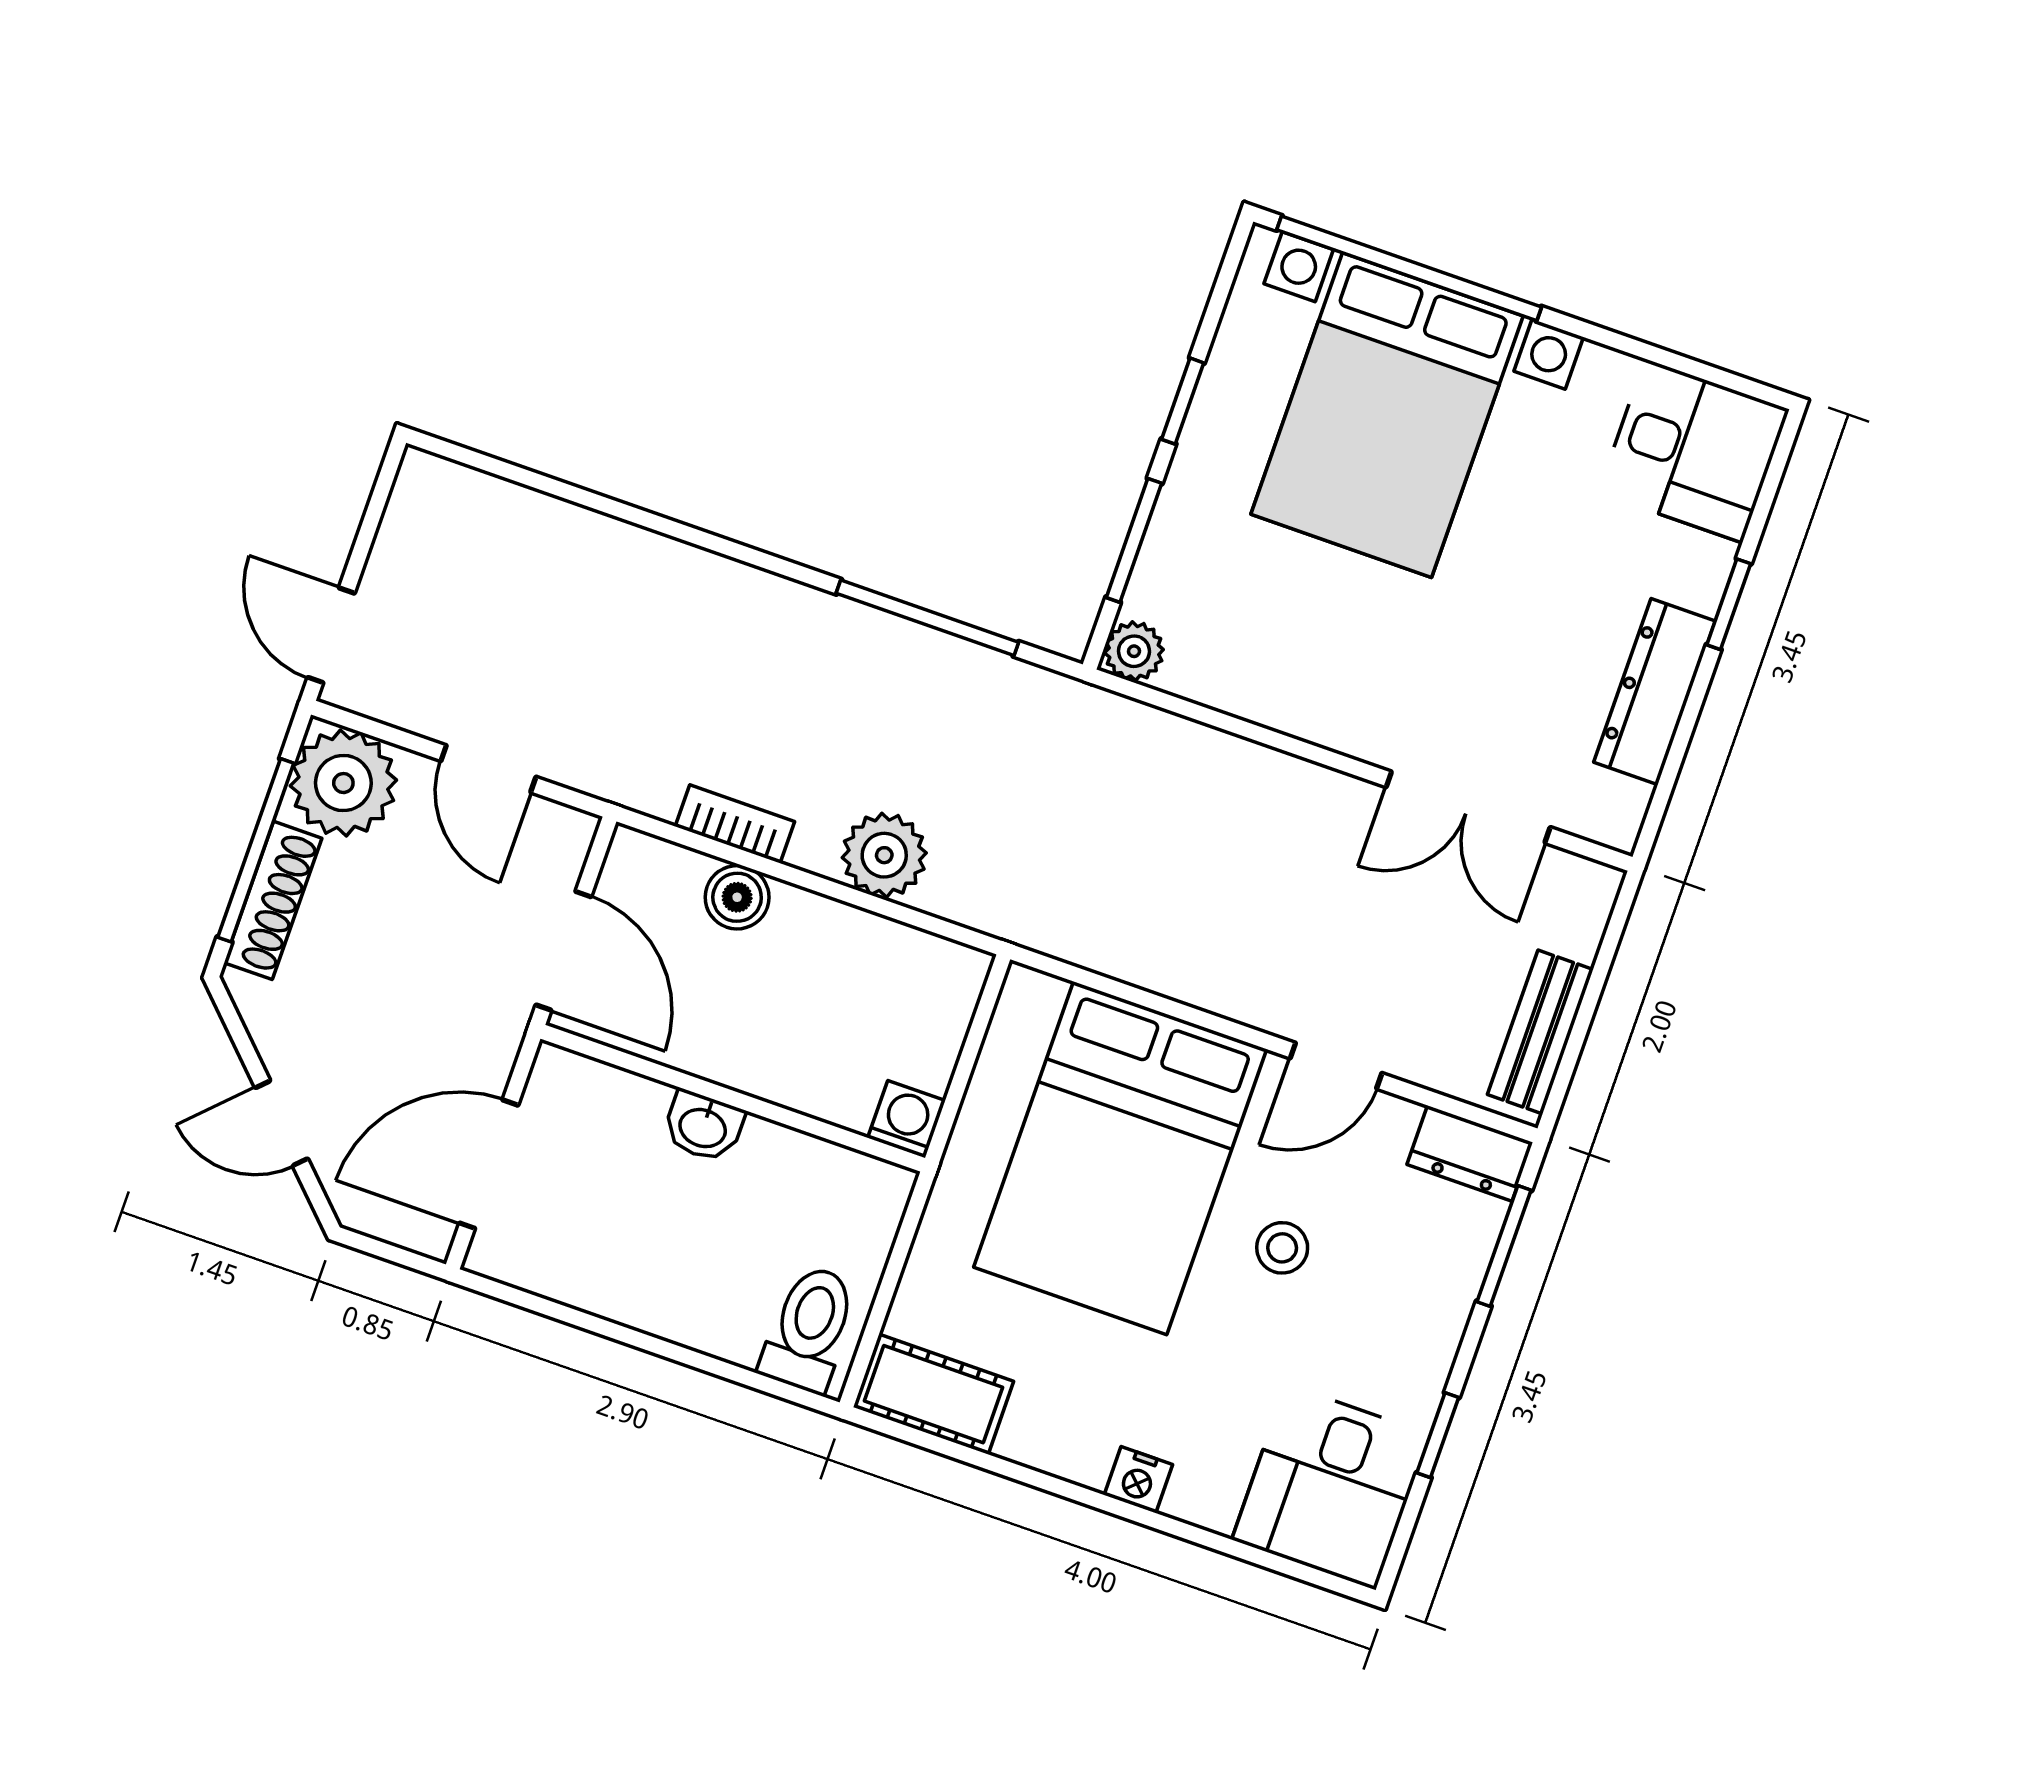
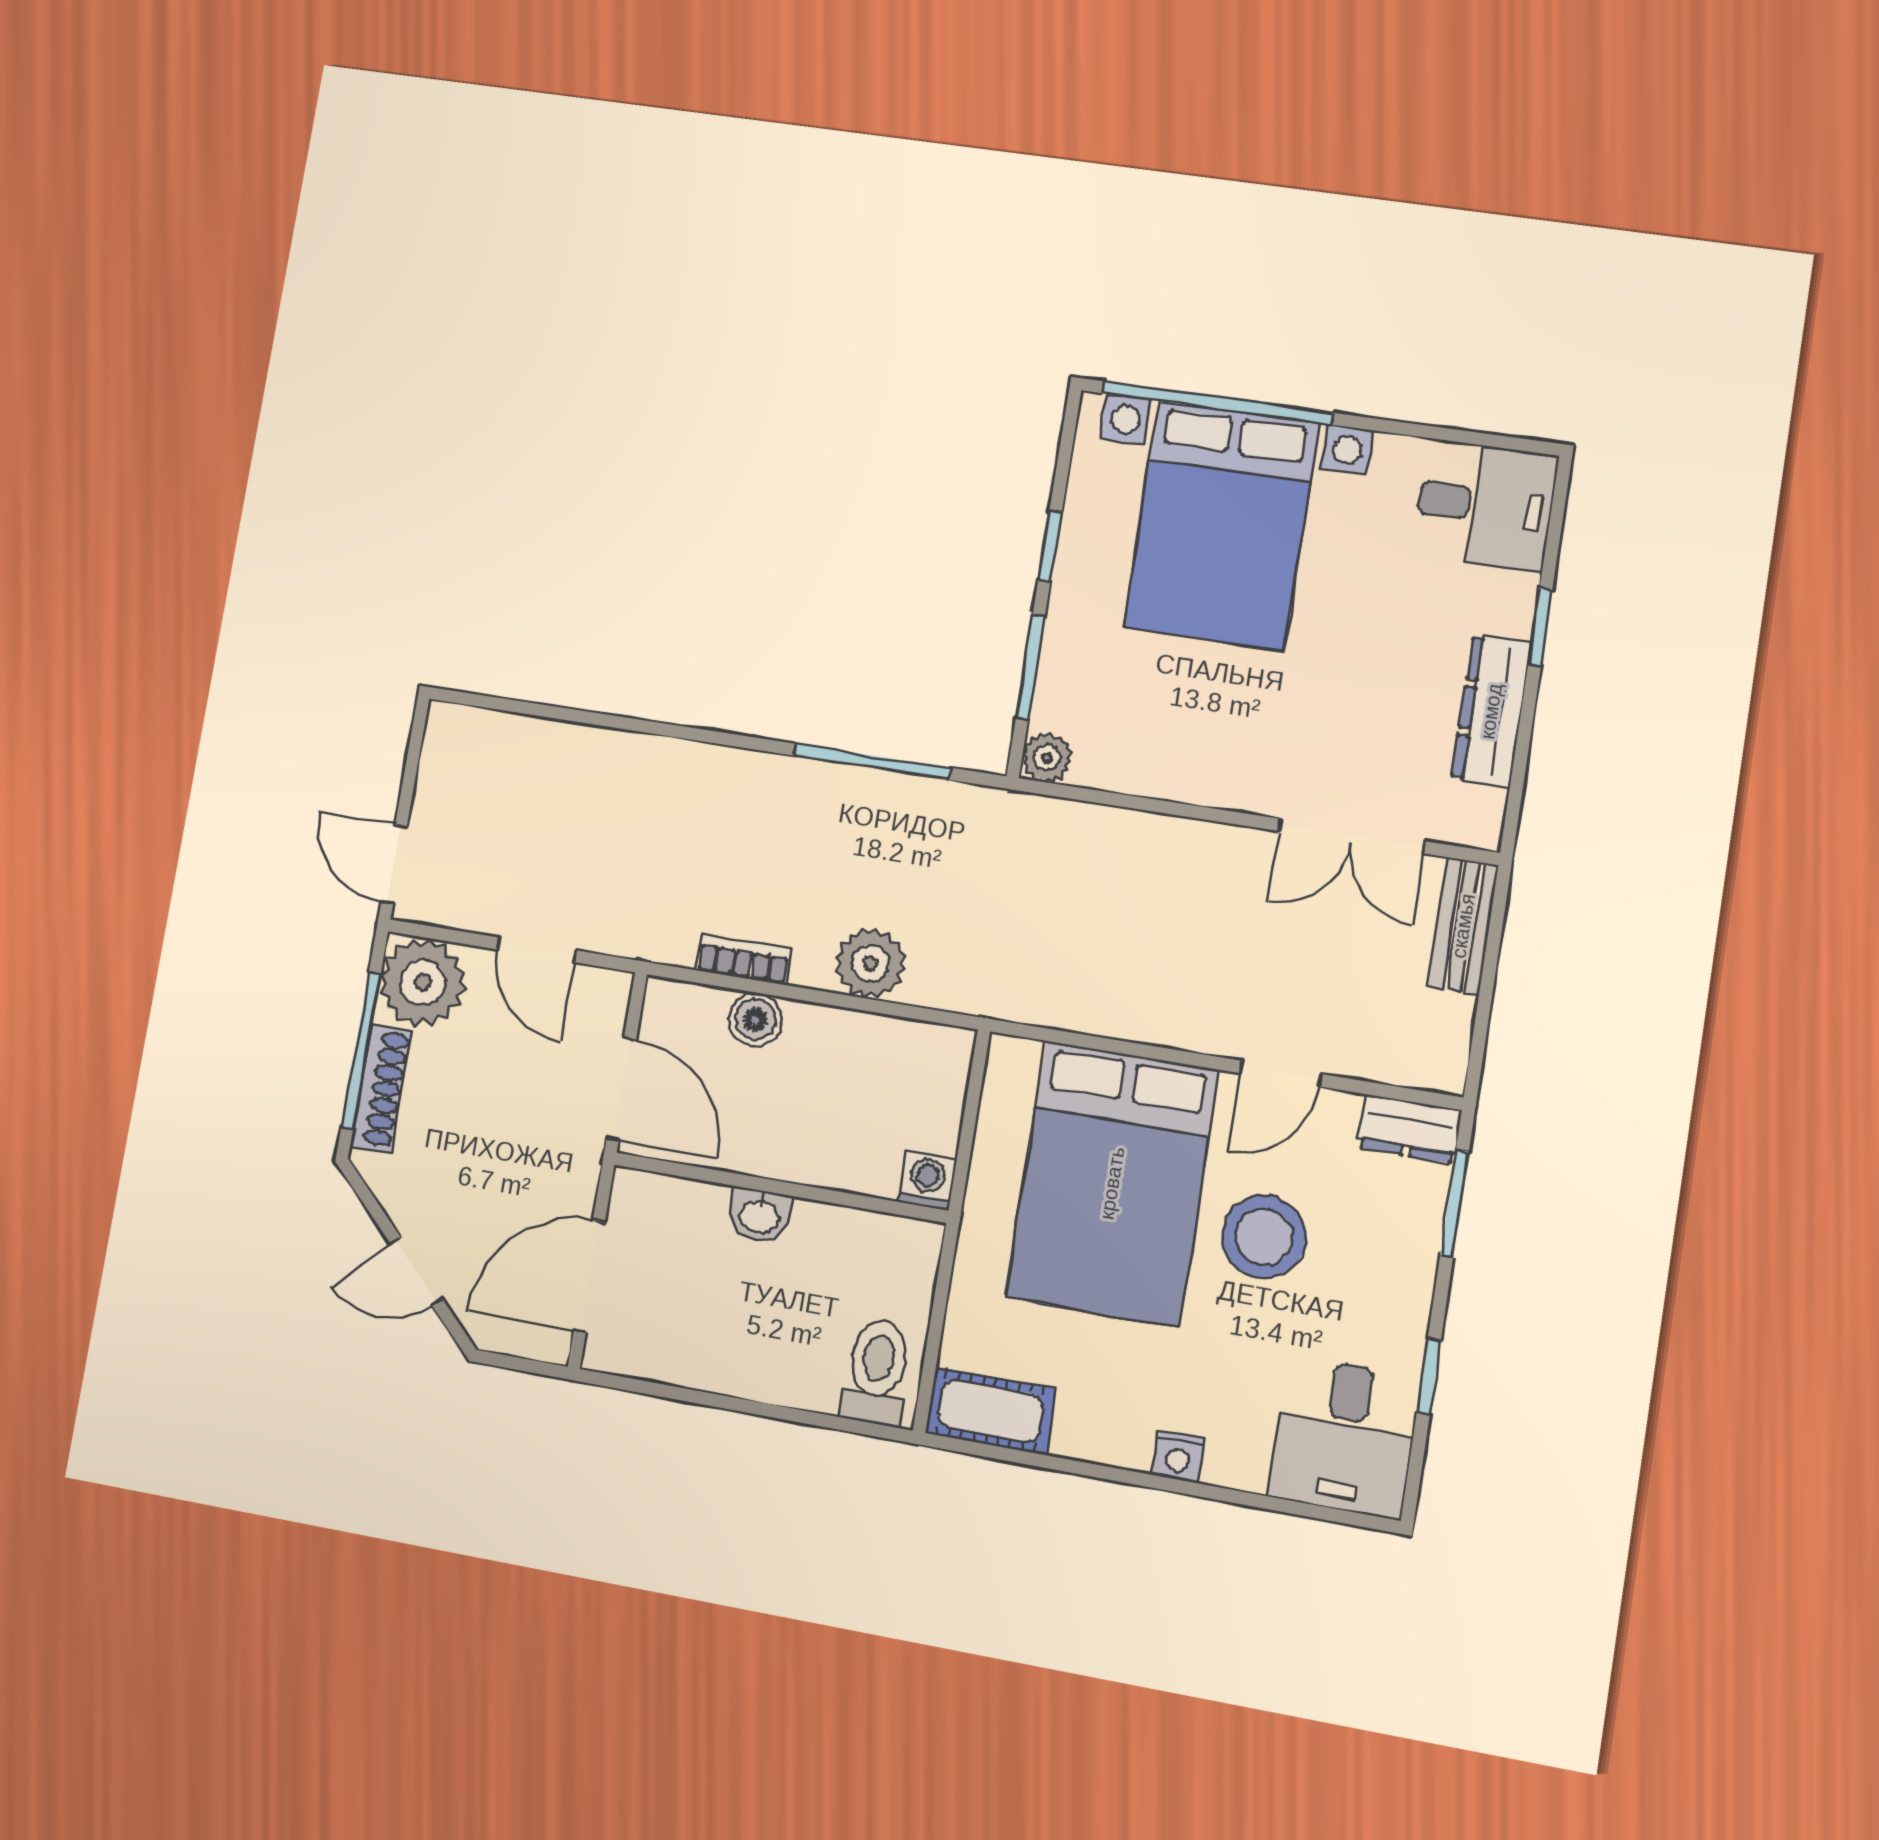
bench: (1540, 1032) -> (1463, 926), moved
stool: (1282, 1248) -> (1264, 1237), width x1.89, depth x1.89

